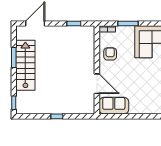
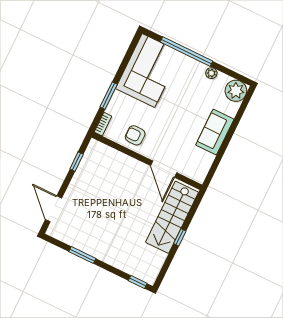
stairs: (25, 65) -> (172, 217), moved, turned -90
door: (97, 84) -> (164, 169), swing flipped
sofa: (114, 106) -> (215, 132), moved

